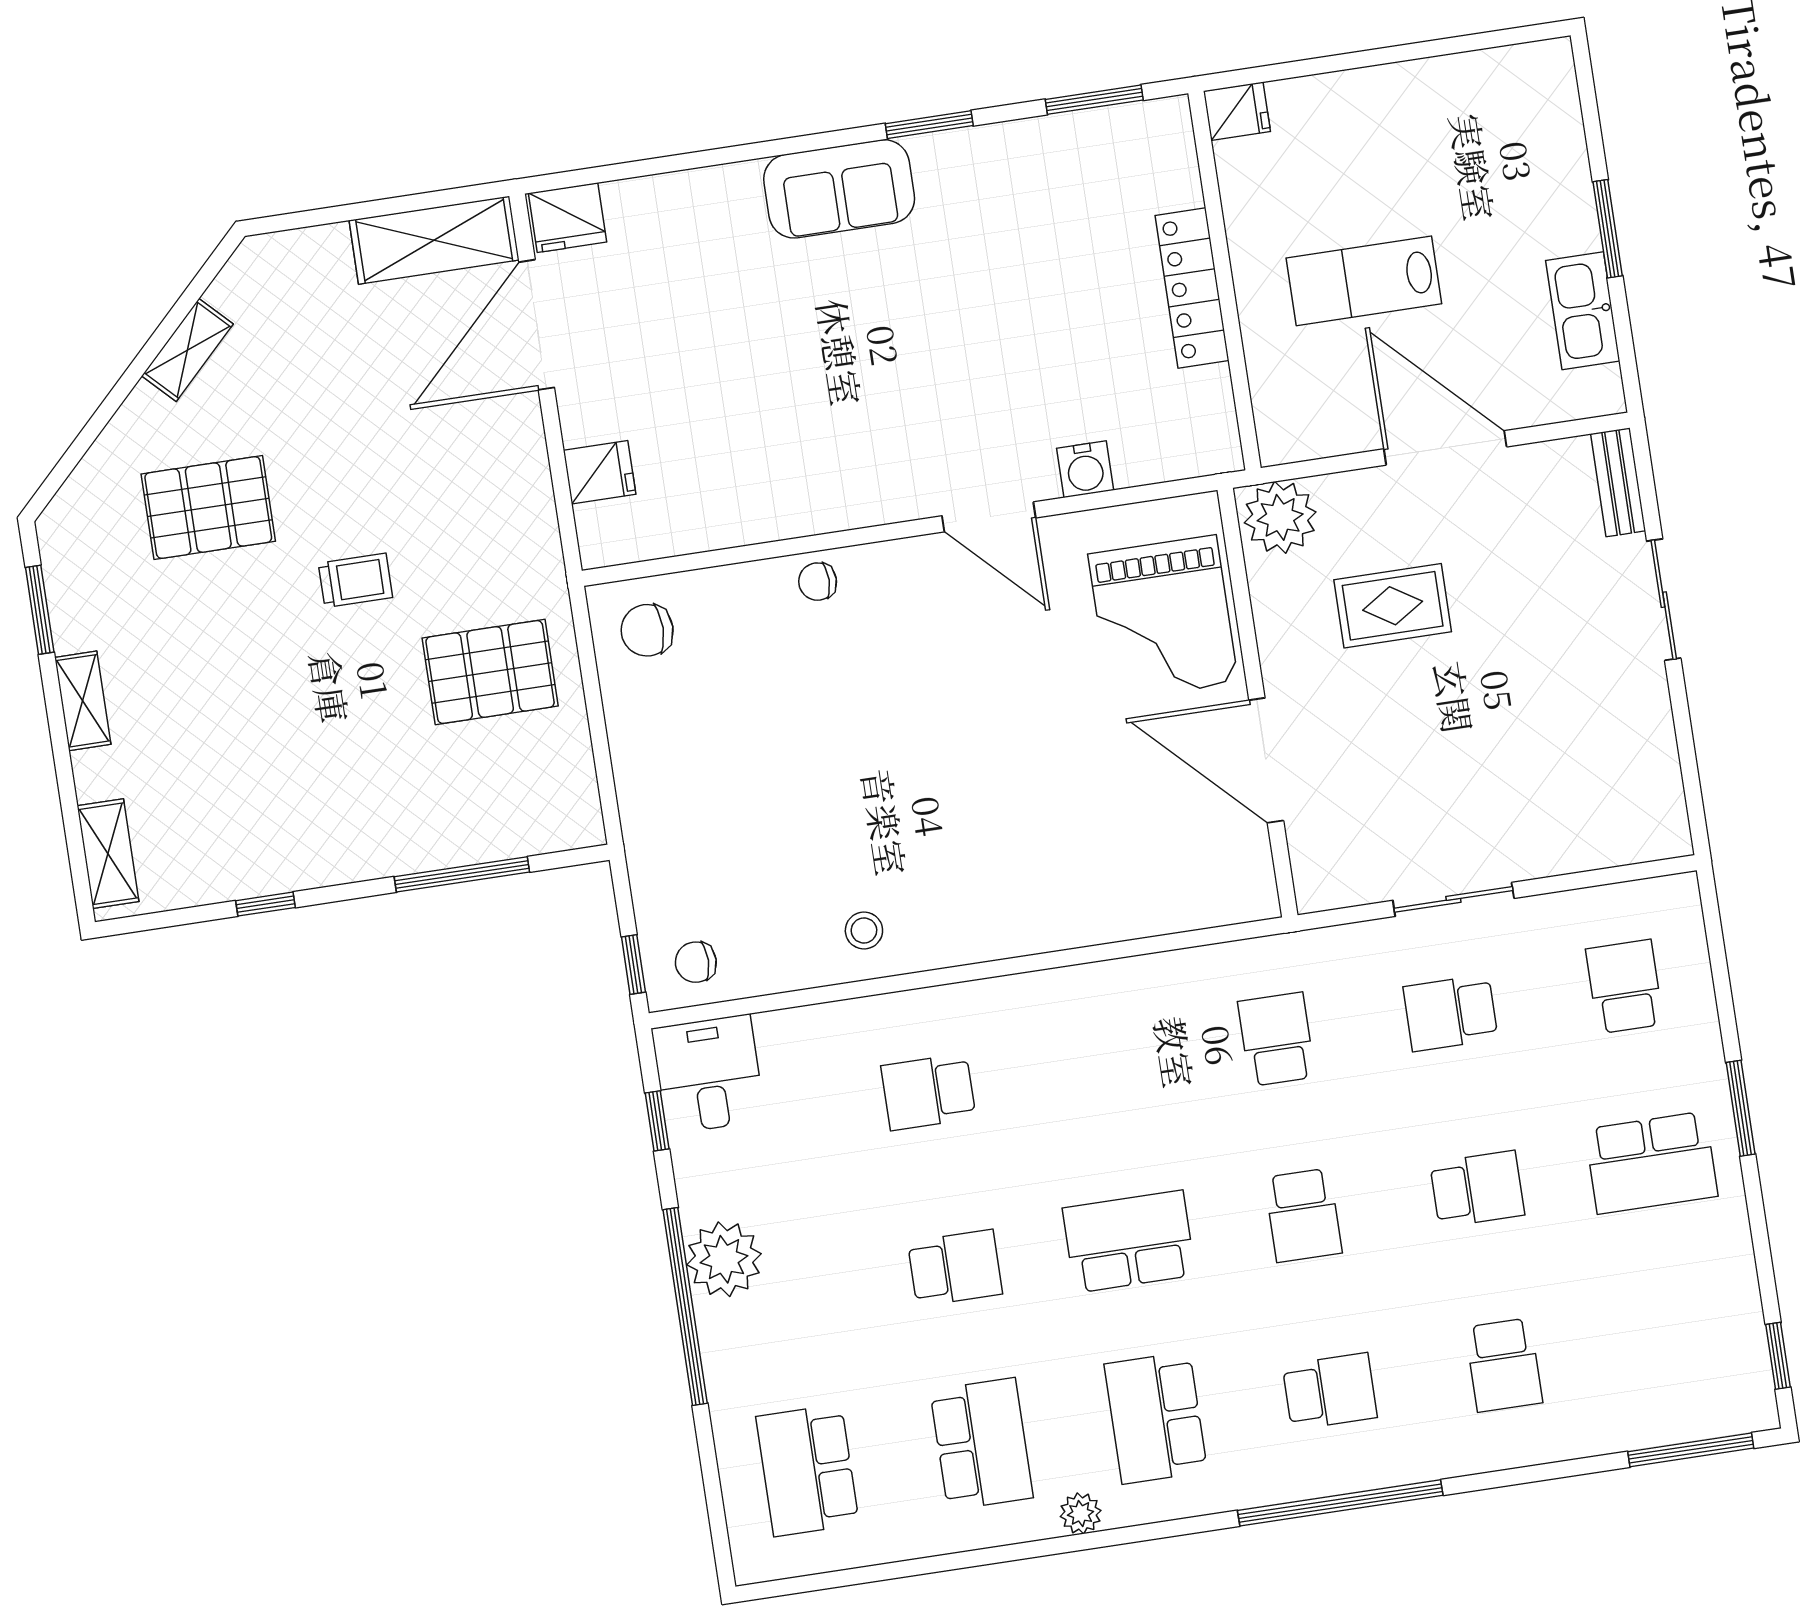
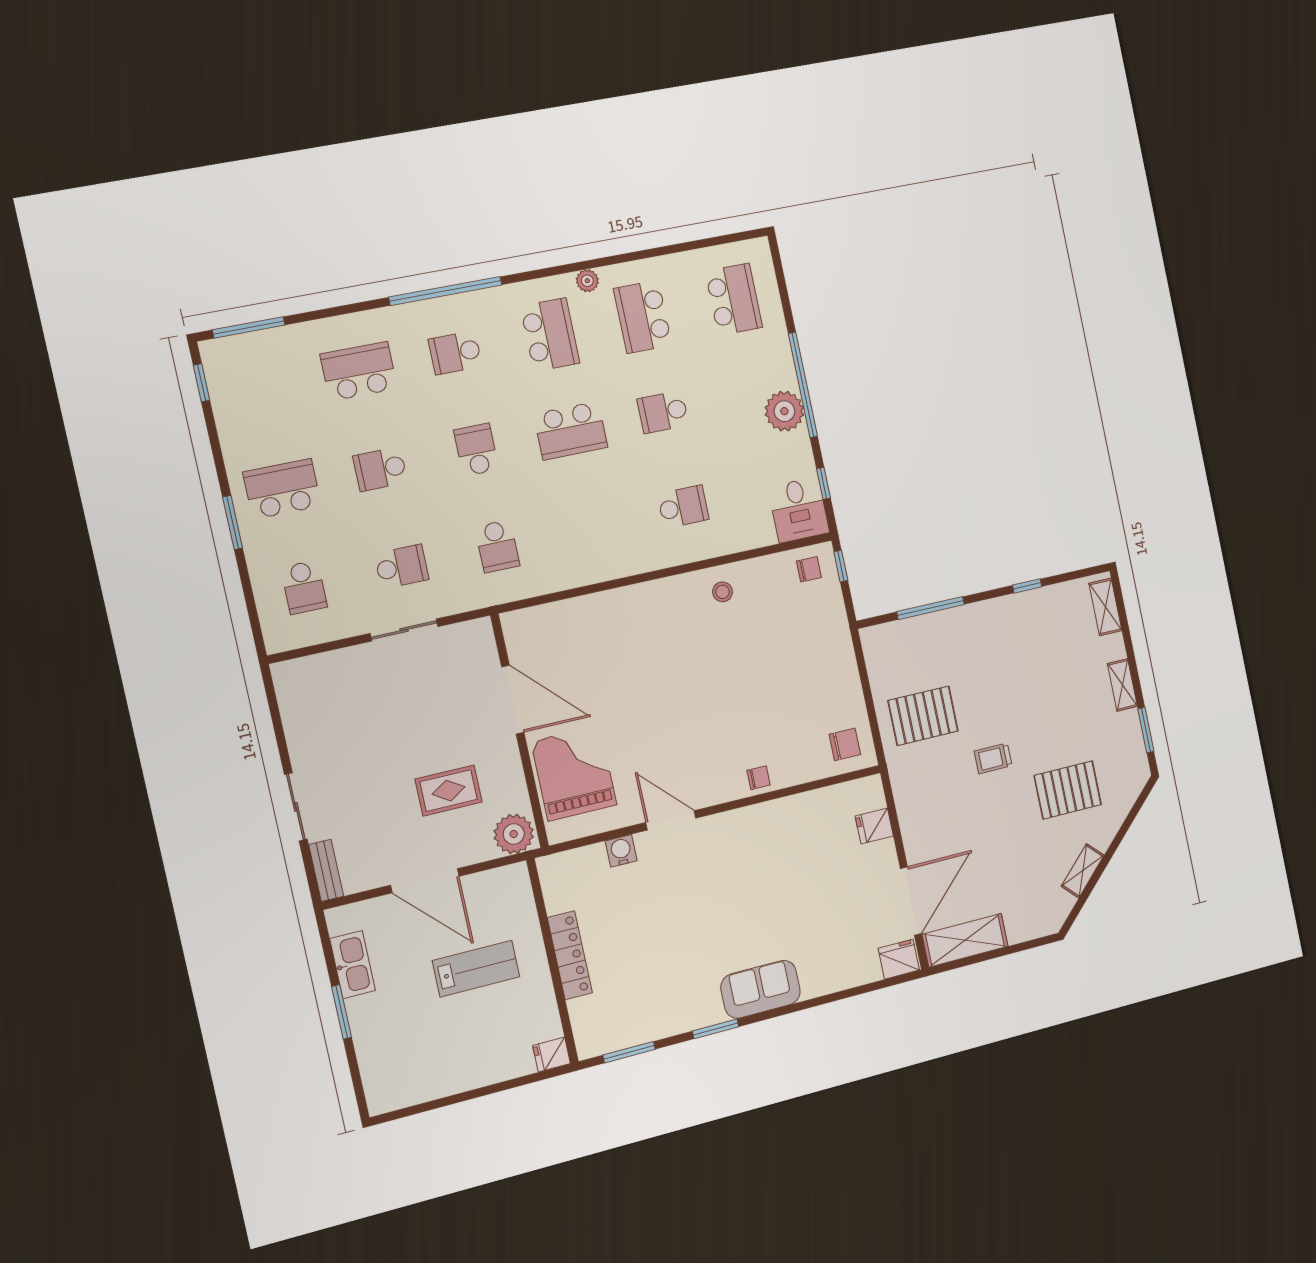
school desk: (1504, 1365) -> (359, 371), width x1.85

